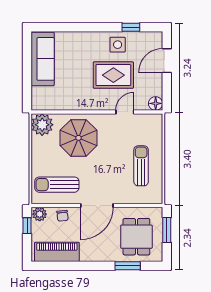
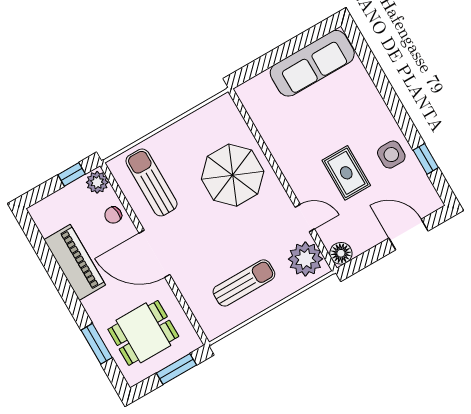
rug: (113, 75) -> (346, 173), width x0.73, depth x0.70
plant: (42, 125) -> (305, 259), moved
piano: (57, 252) -> (75, 262), moved

